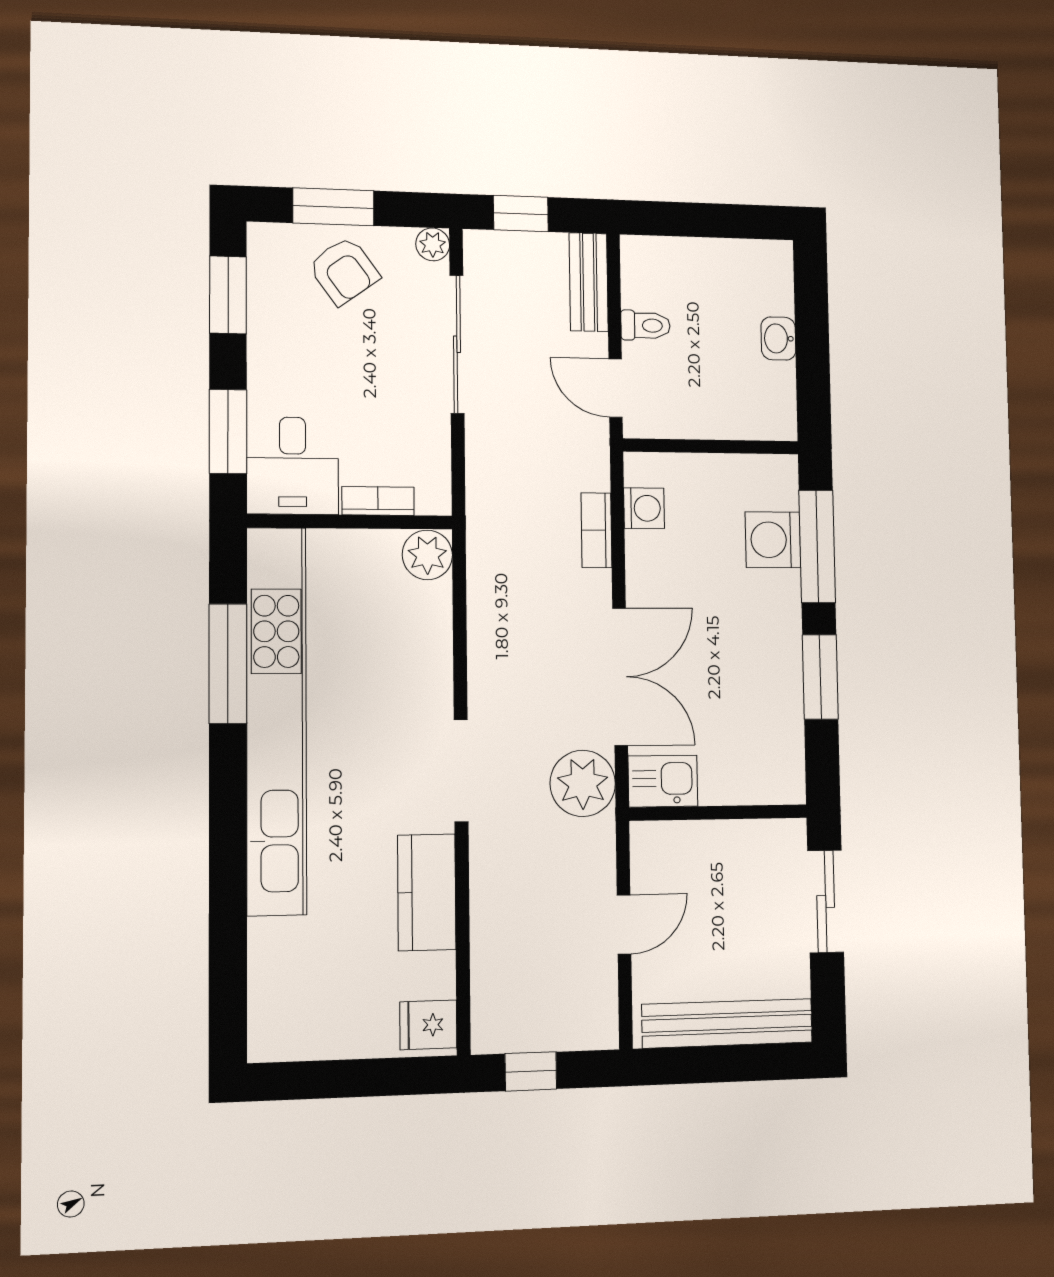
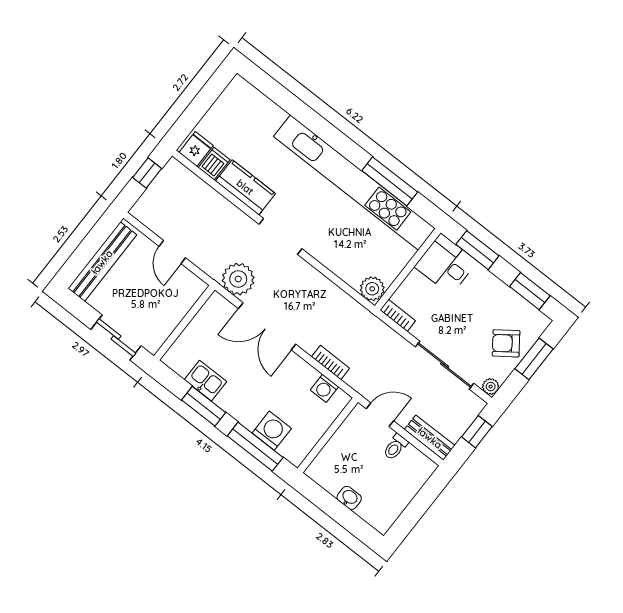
bookcase: (378, 501) -> (398, 315), moved, turned -90
kitchen sink: (663, 781) -> (206, 381), moved, turned -90
dishwasher: (429, 976) -> (214, 164), added

